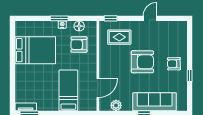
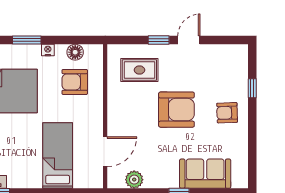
window: (59, 18) -> (27, 40), moved
window: (111, 18) -> (159, 40), moved
window: (190, 75) -> (252, 88), moved
sofa: (155, 102) -> (205, 174), width x0.73

